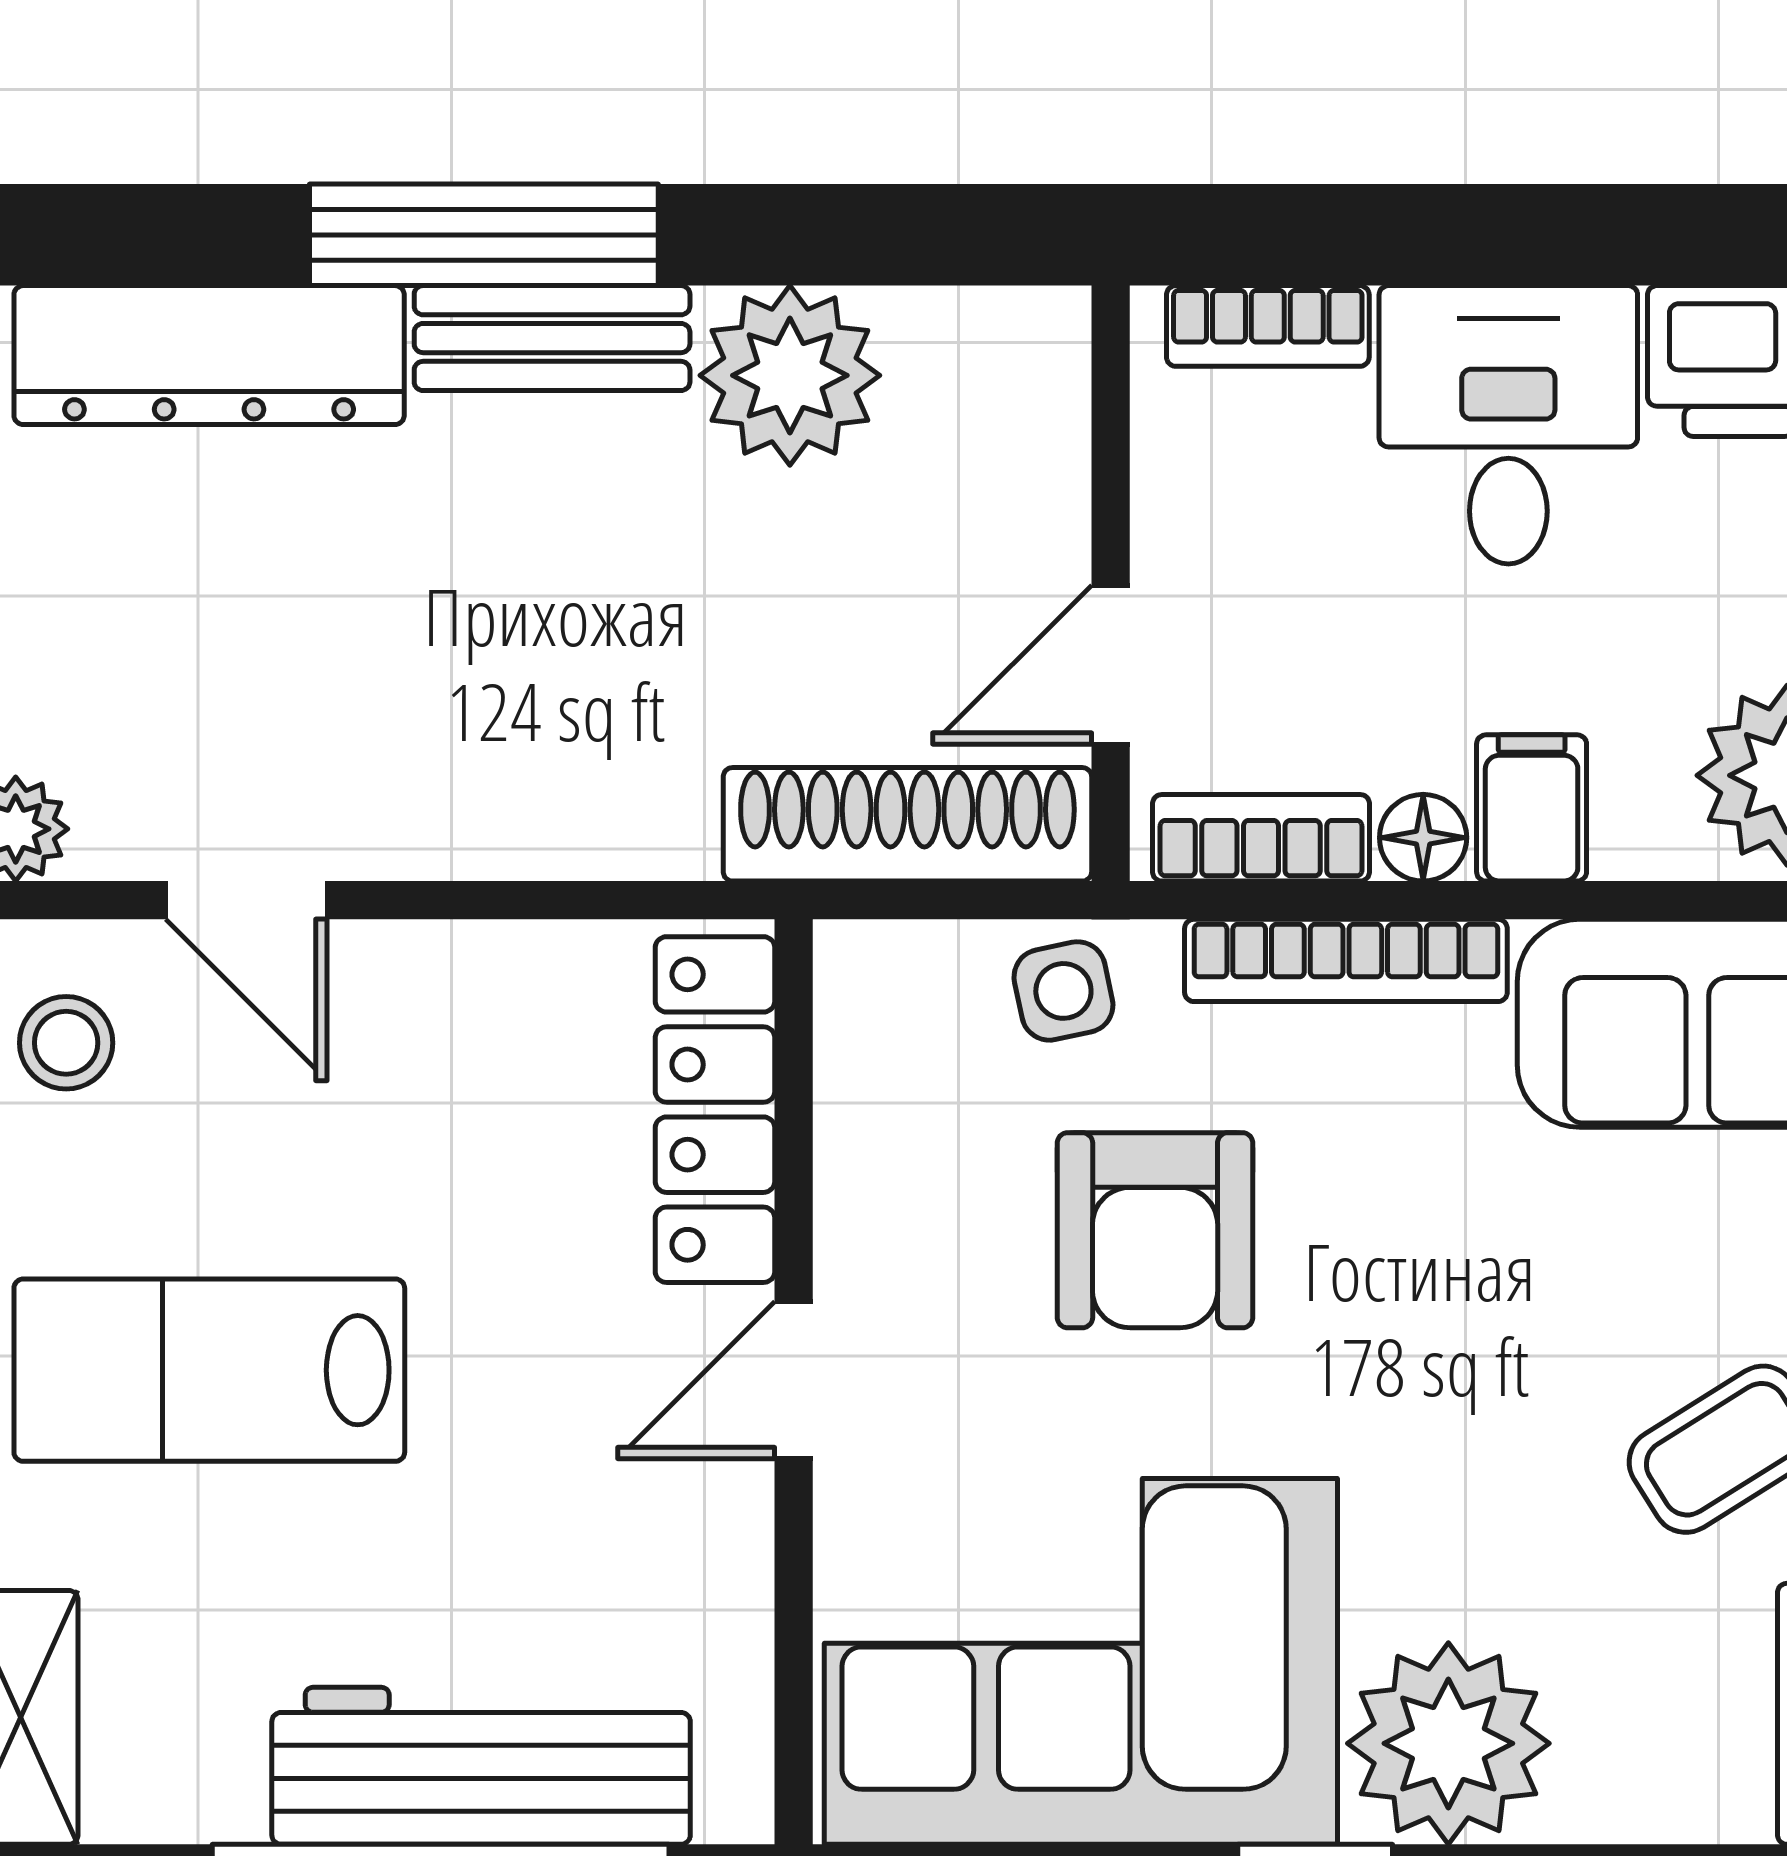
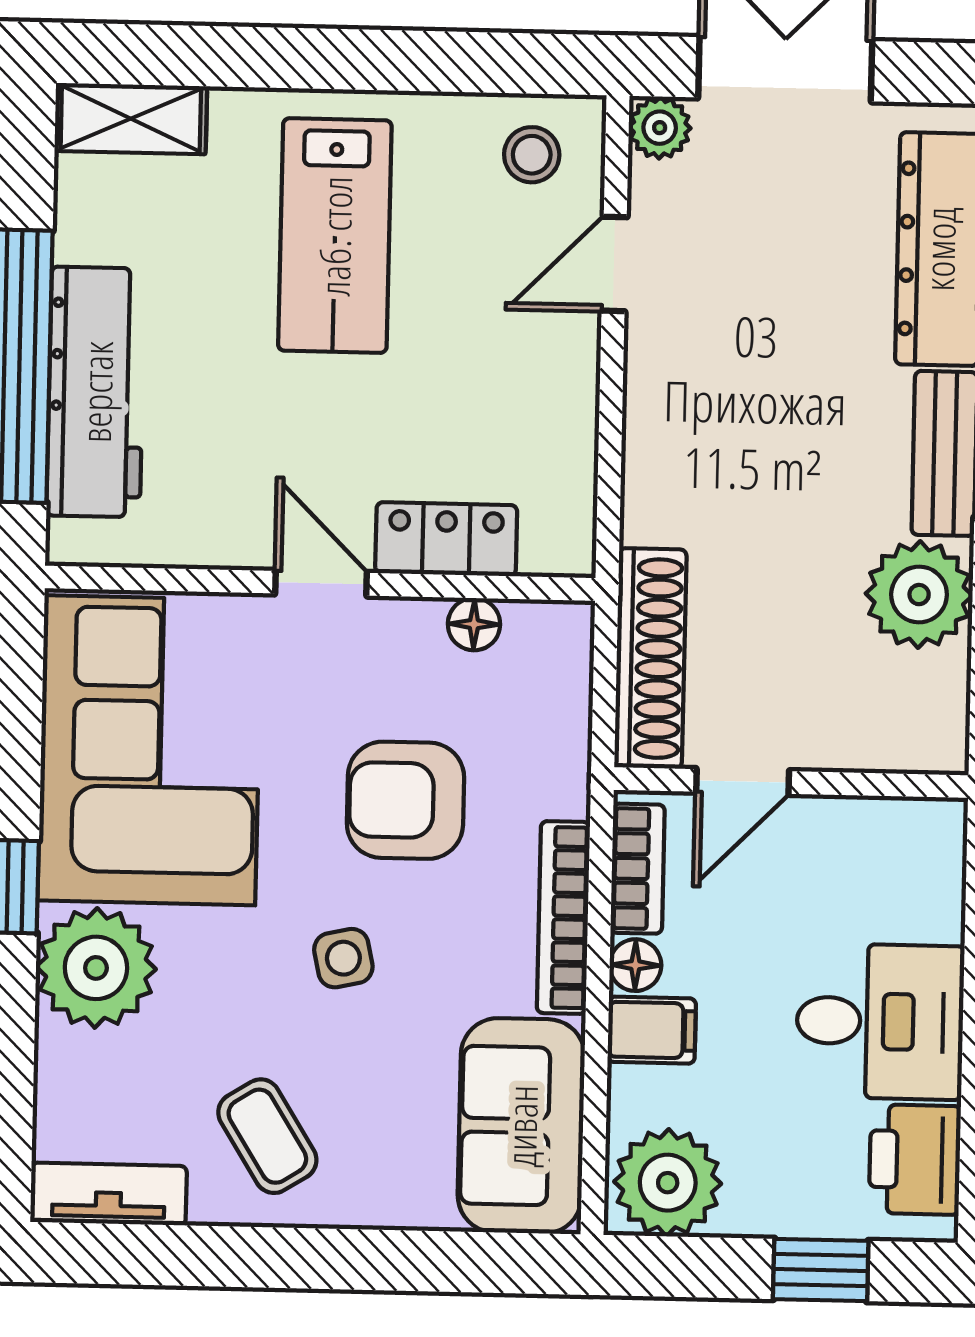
bookcase: (1268, 326) -> (942, 880), removed
door: (1111, 665) -> (743, 781), swing flipped
side table: (1063, 991) -> (343, 958), moved
locker: (715, 1110) -> (446, 539), width x0.66
floor lamp: (857, 1122) -> (474, 624), added
lab bench: (209, 1370) -> (335, 236), turned 180

